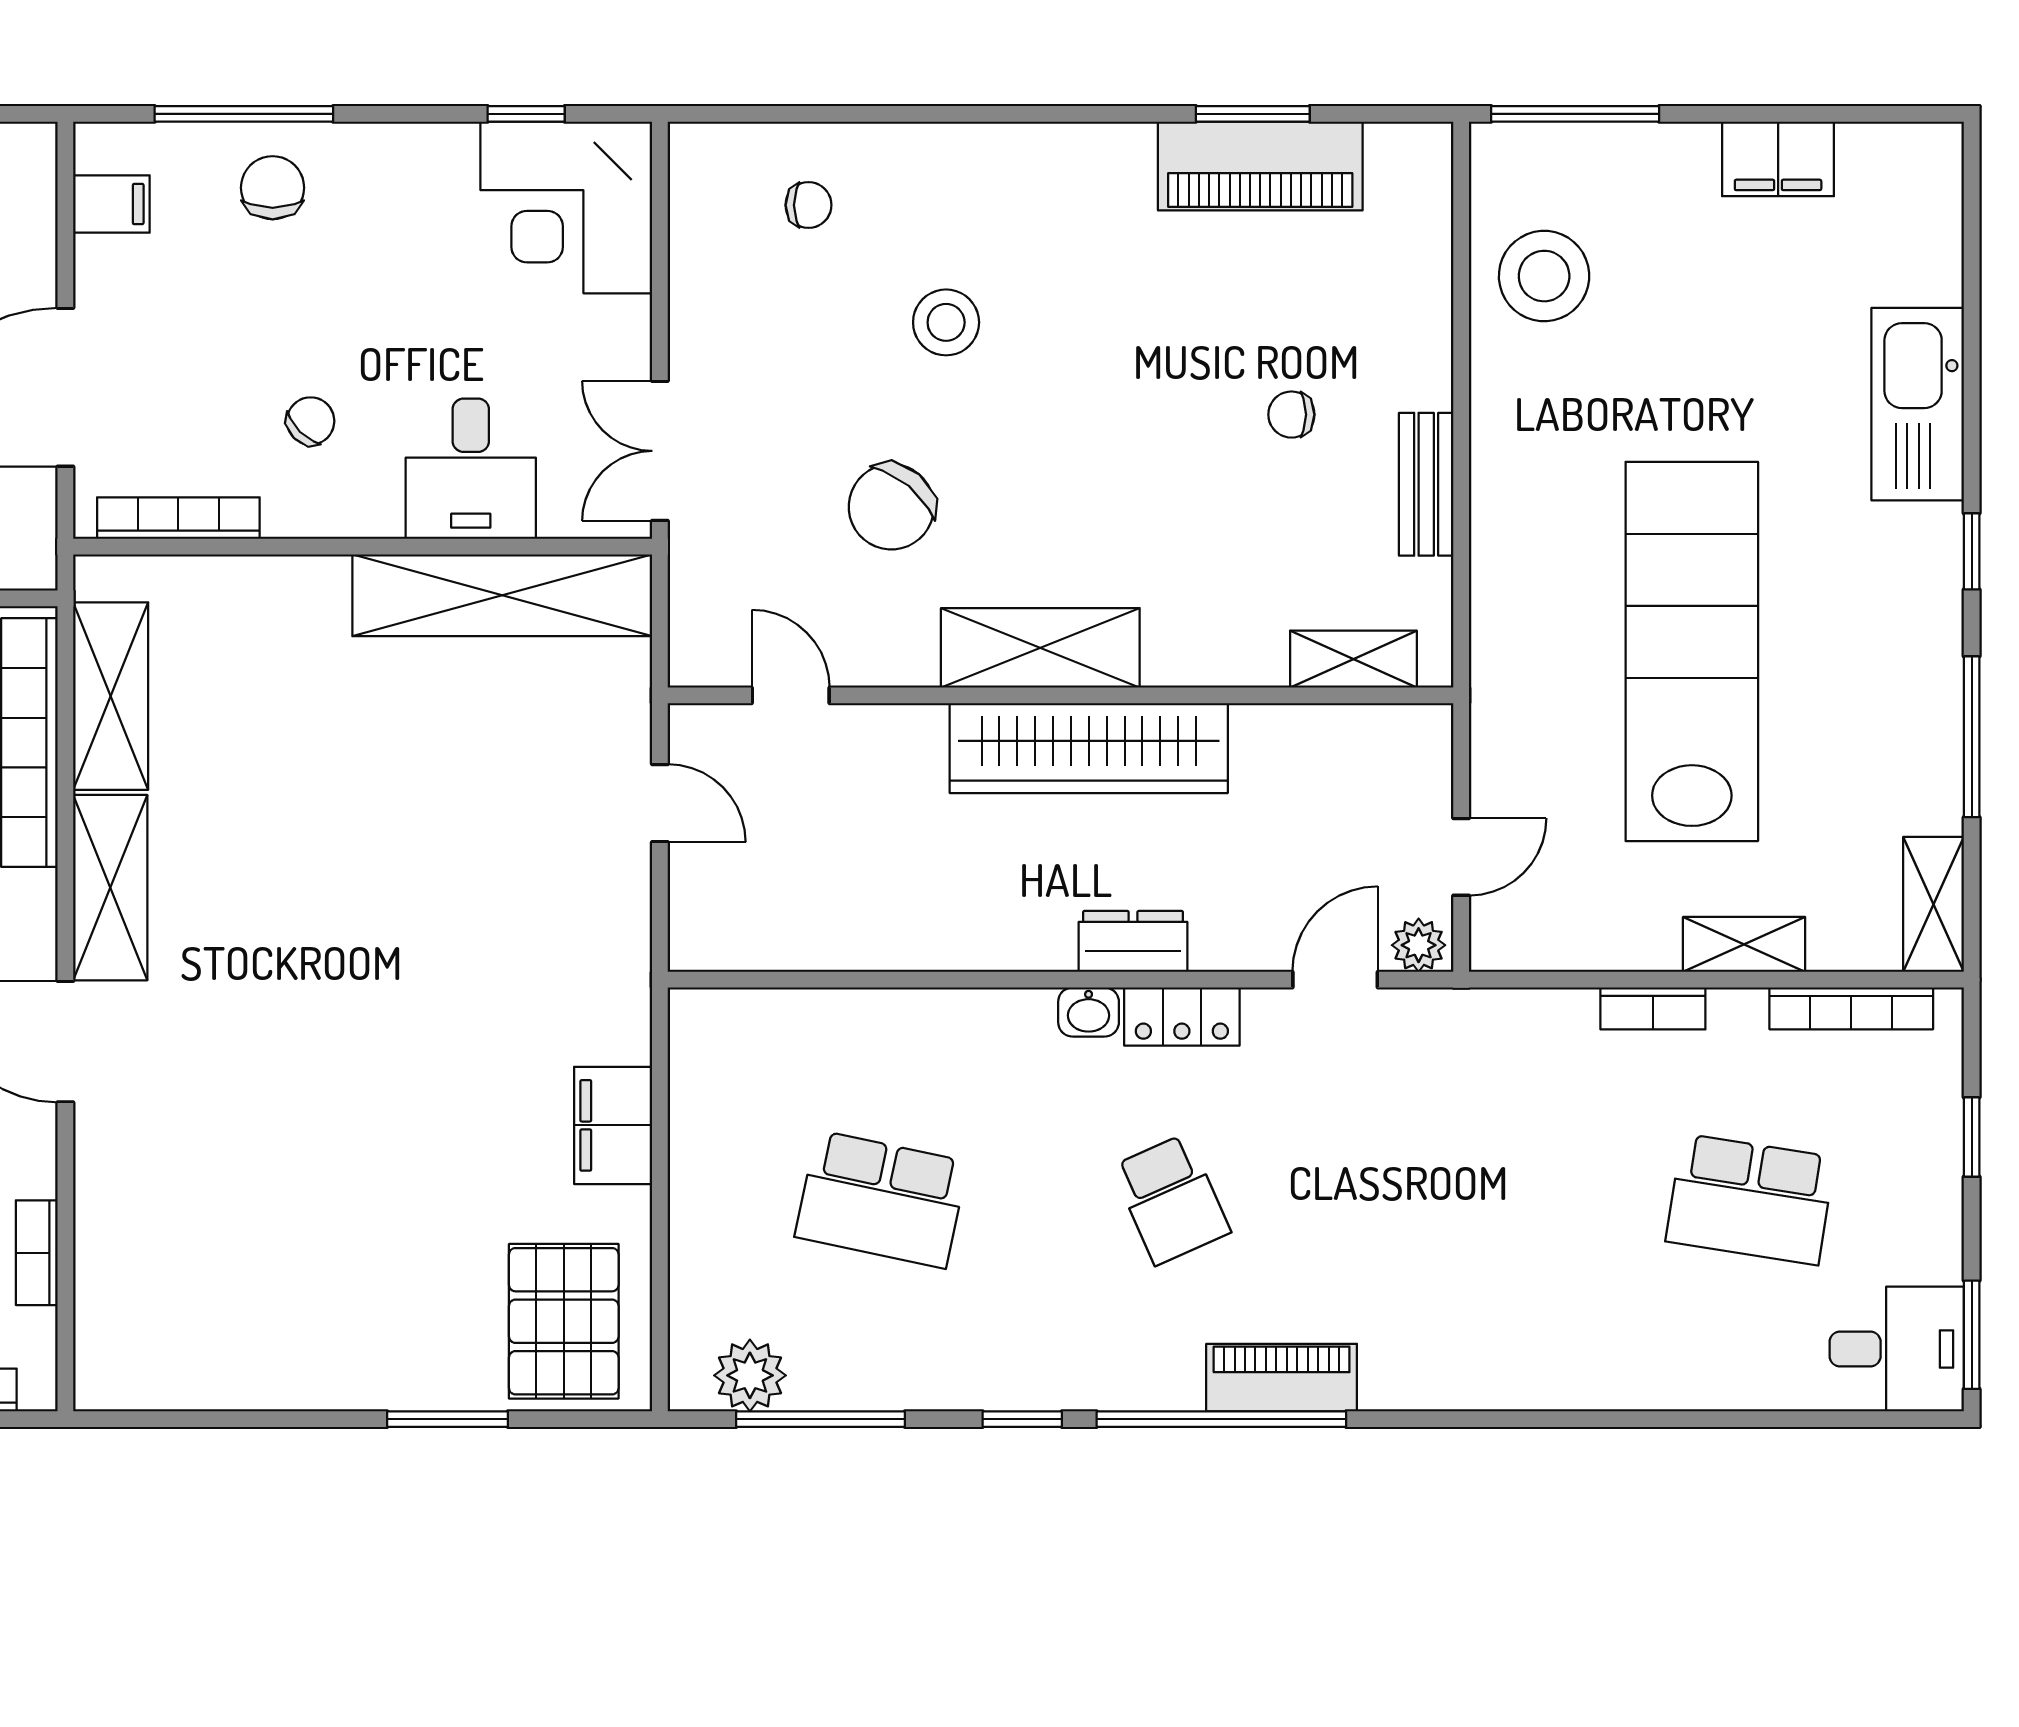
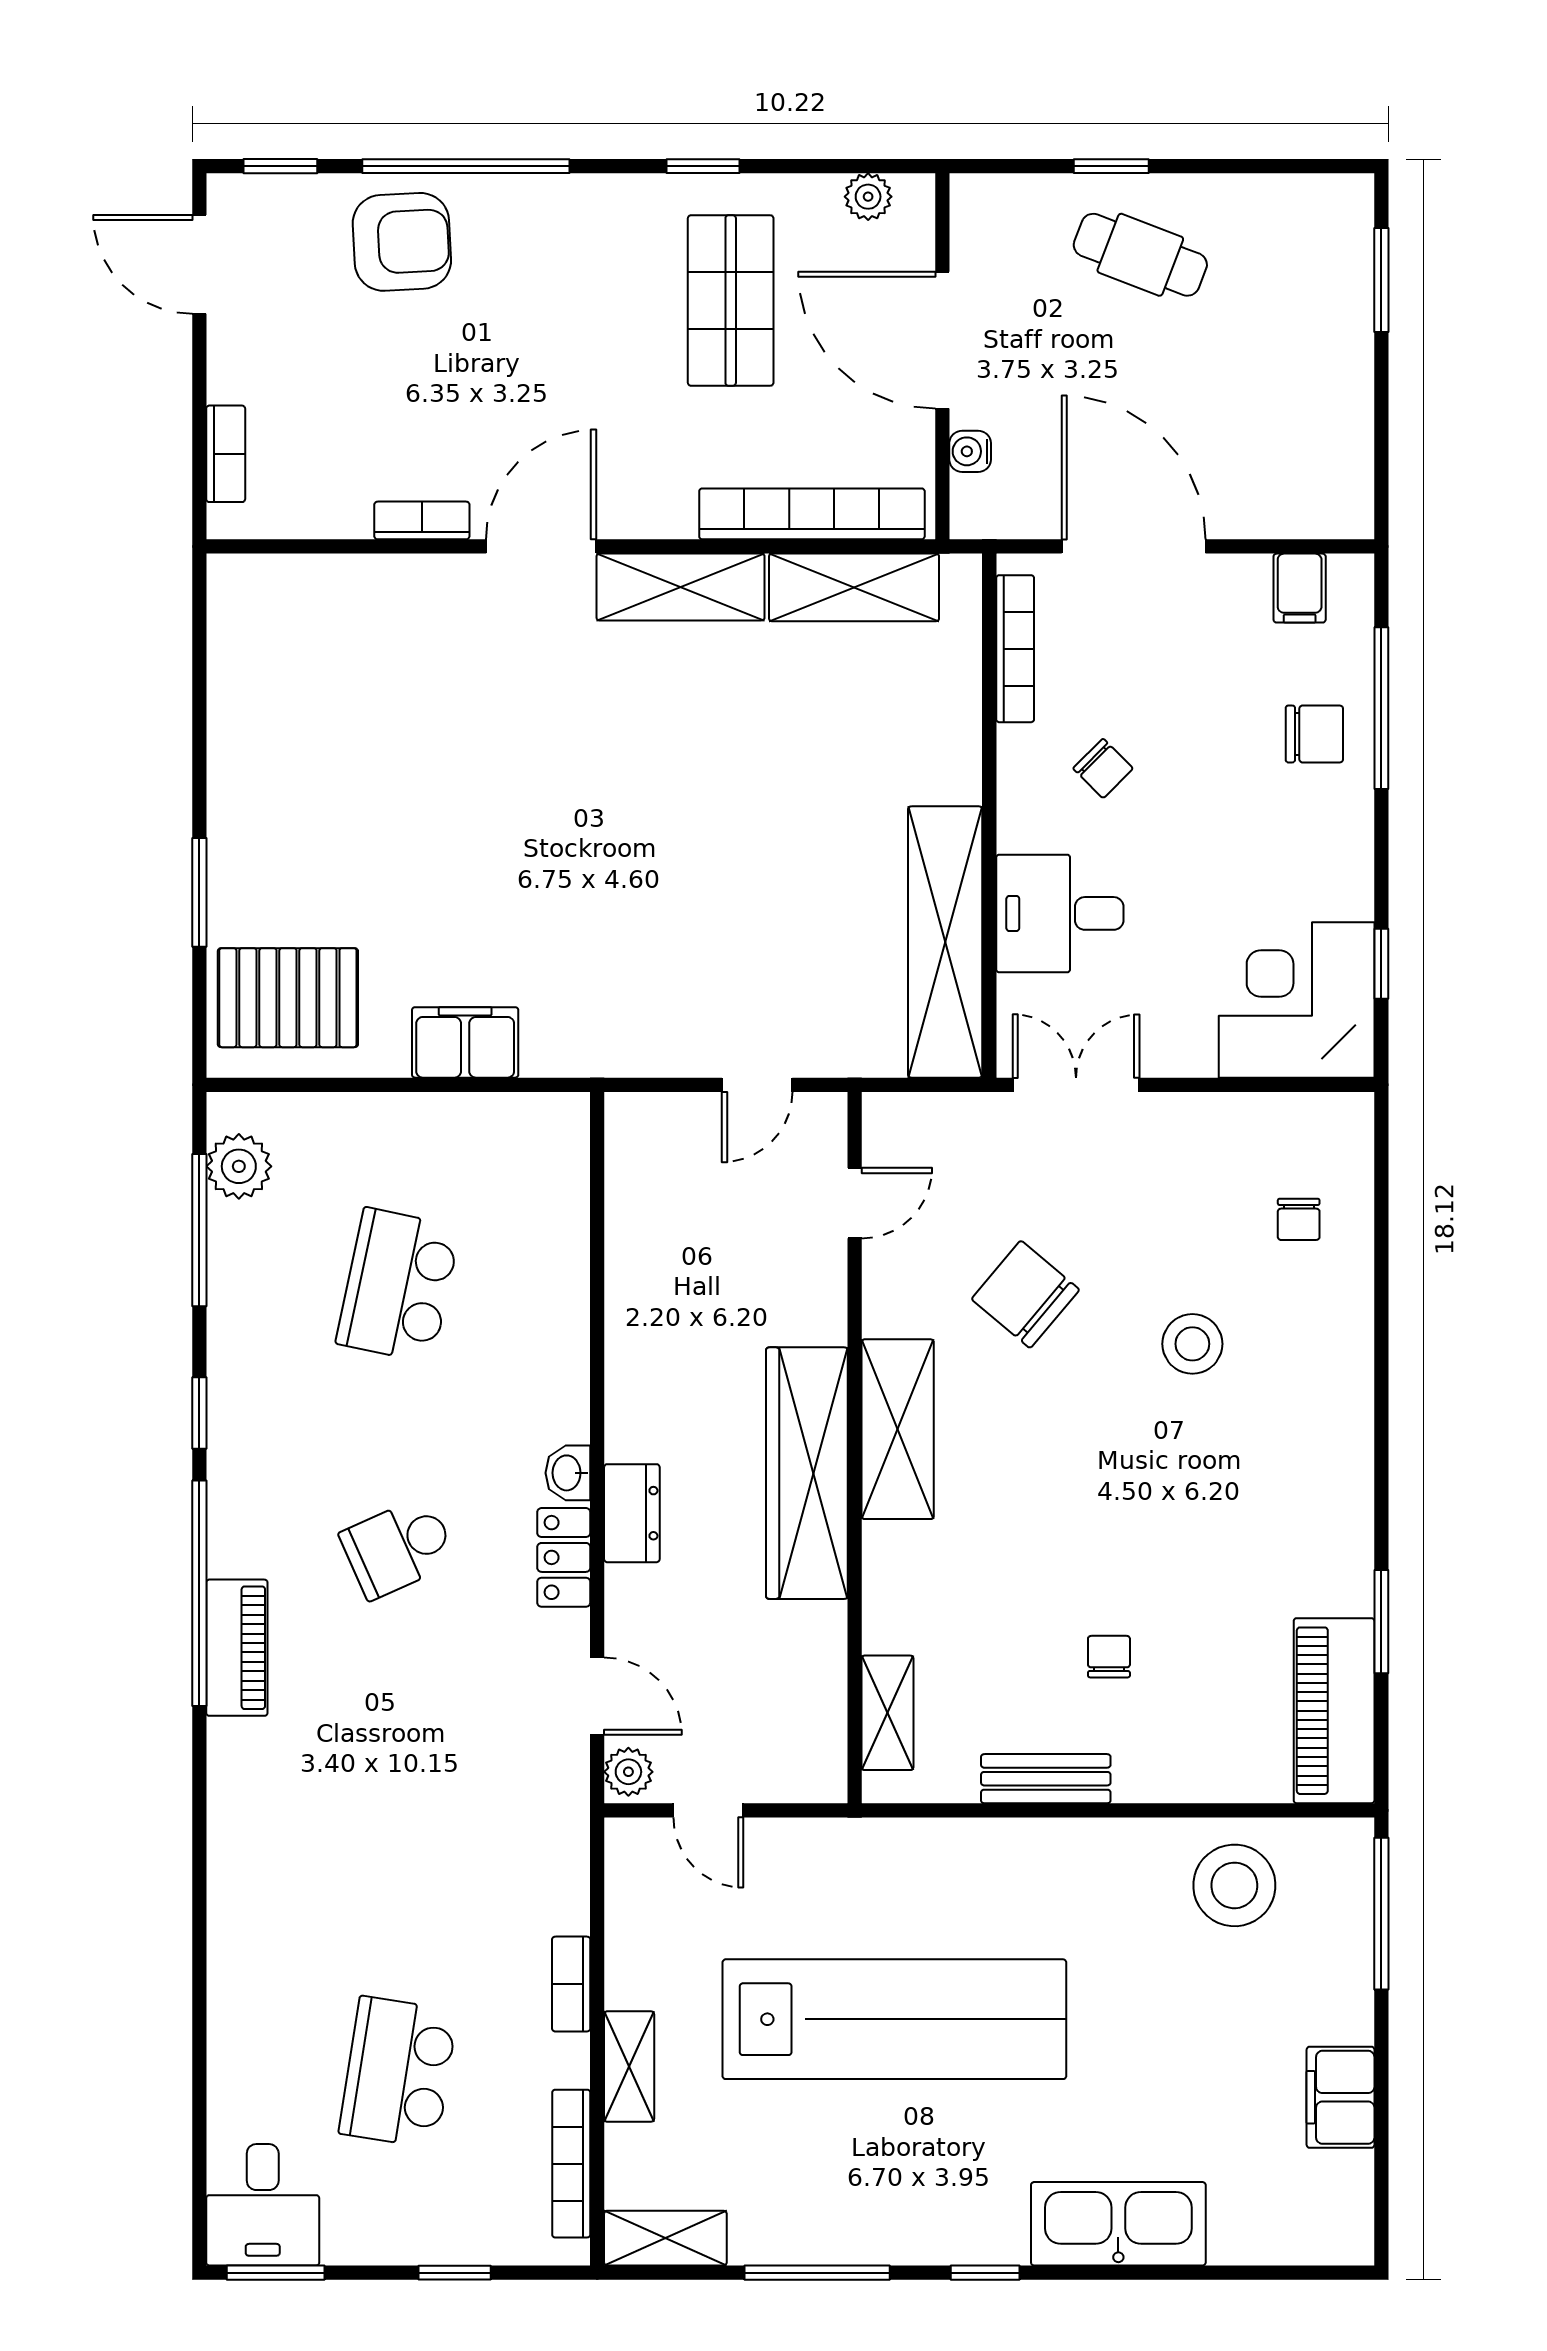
piano: (1260, 166) -> (1334, 1711), moved
bookcase: (37, 1253) -> (422, 520), moved

